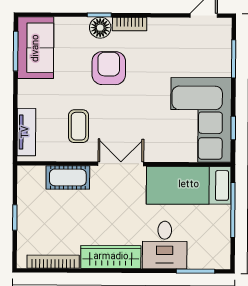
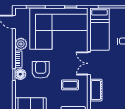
plant: (160, 29) -> (21, 44), added
armchair: (109, 68) -> (41, 70), turned 90
corner sofa: (201, 120) -> (59, 29), width x1.36, depth x1.36

